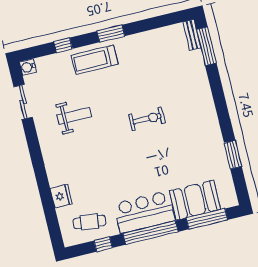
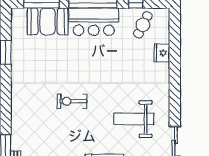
weight bench: (74, 116) -> (134, 119), width x1.36, depth x1.33
cafe table: (89, 222) -> (143, 25), turned -70

